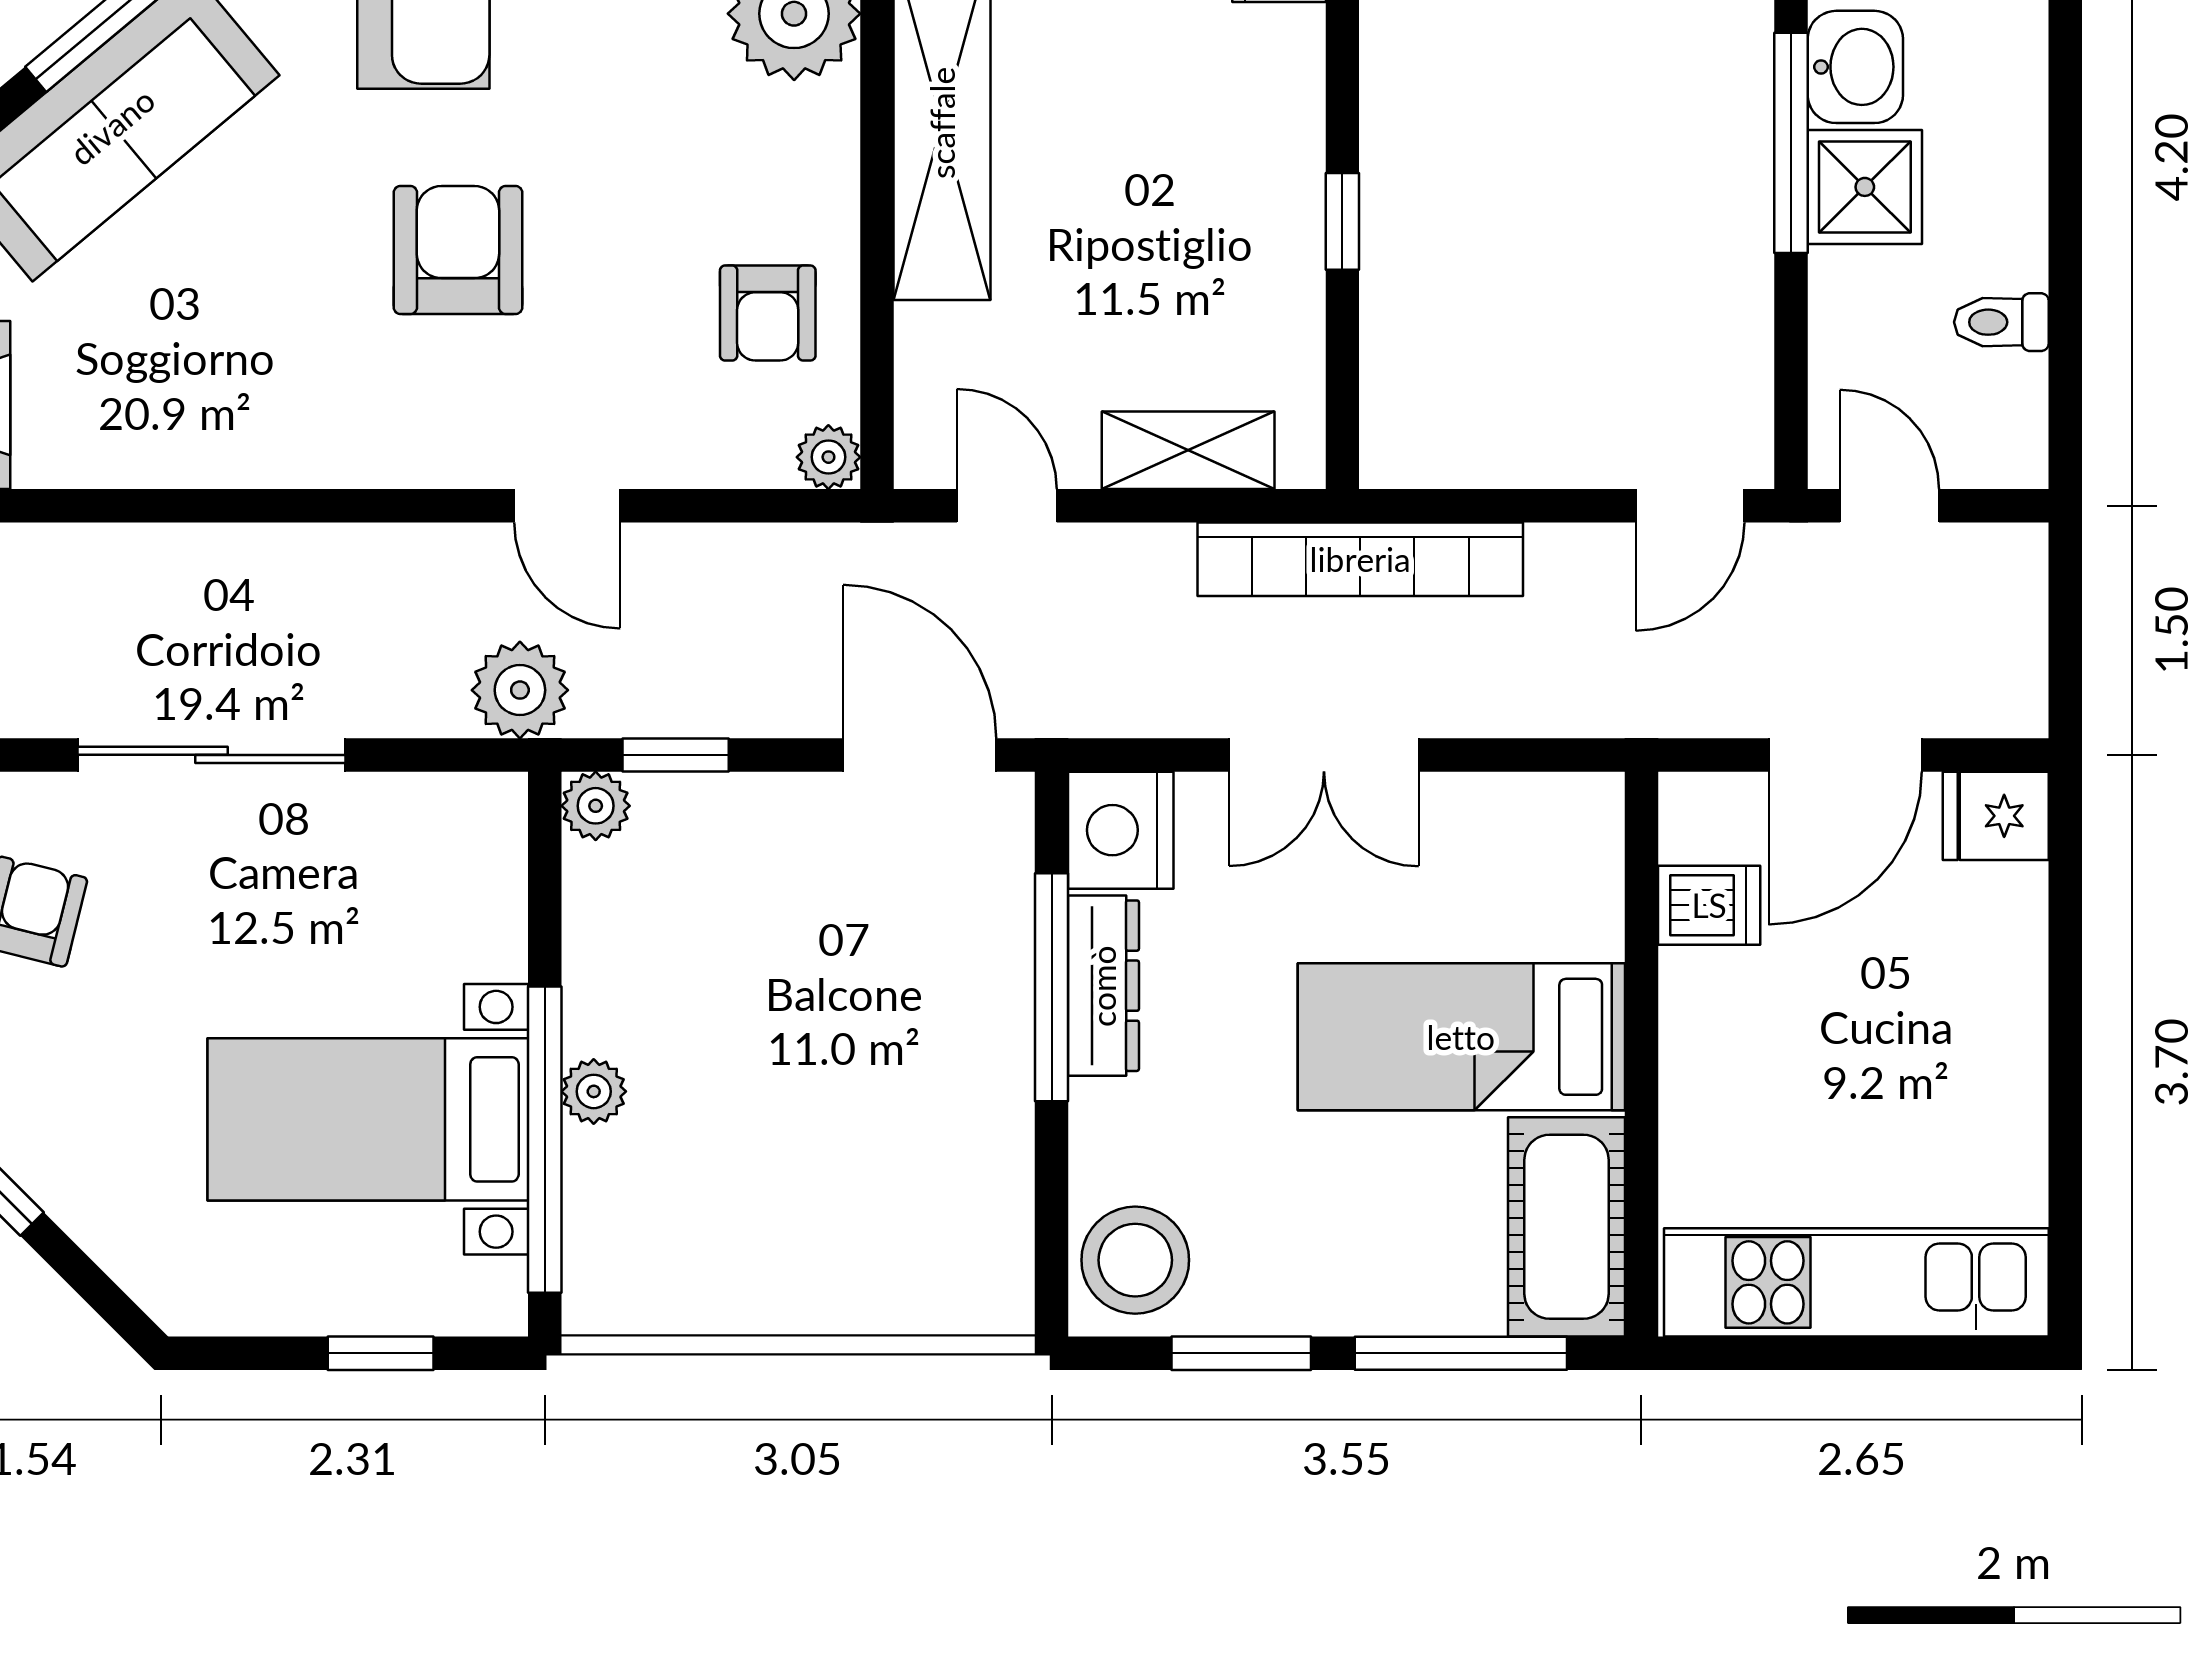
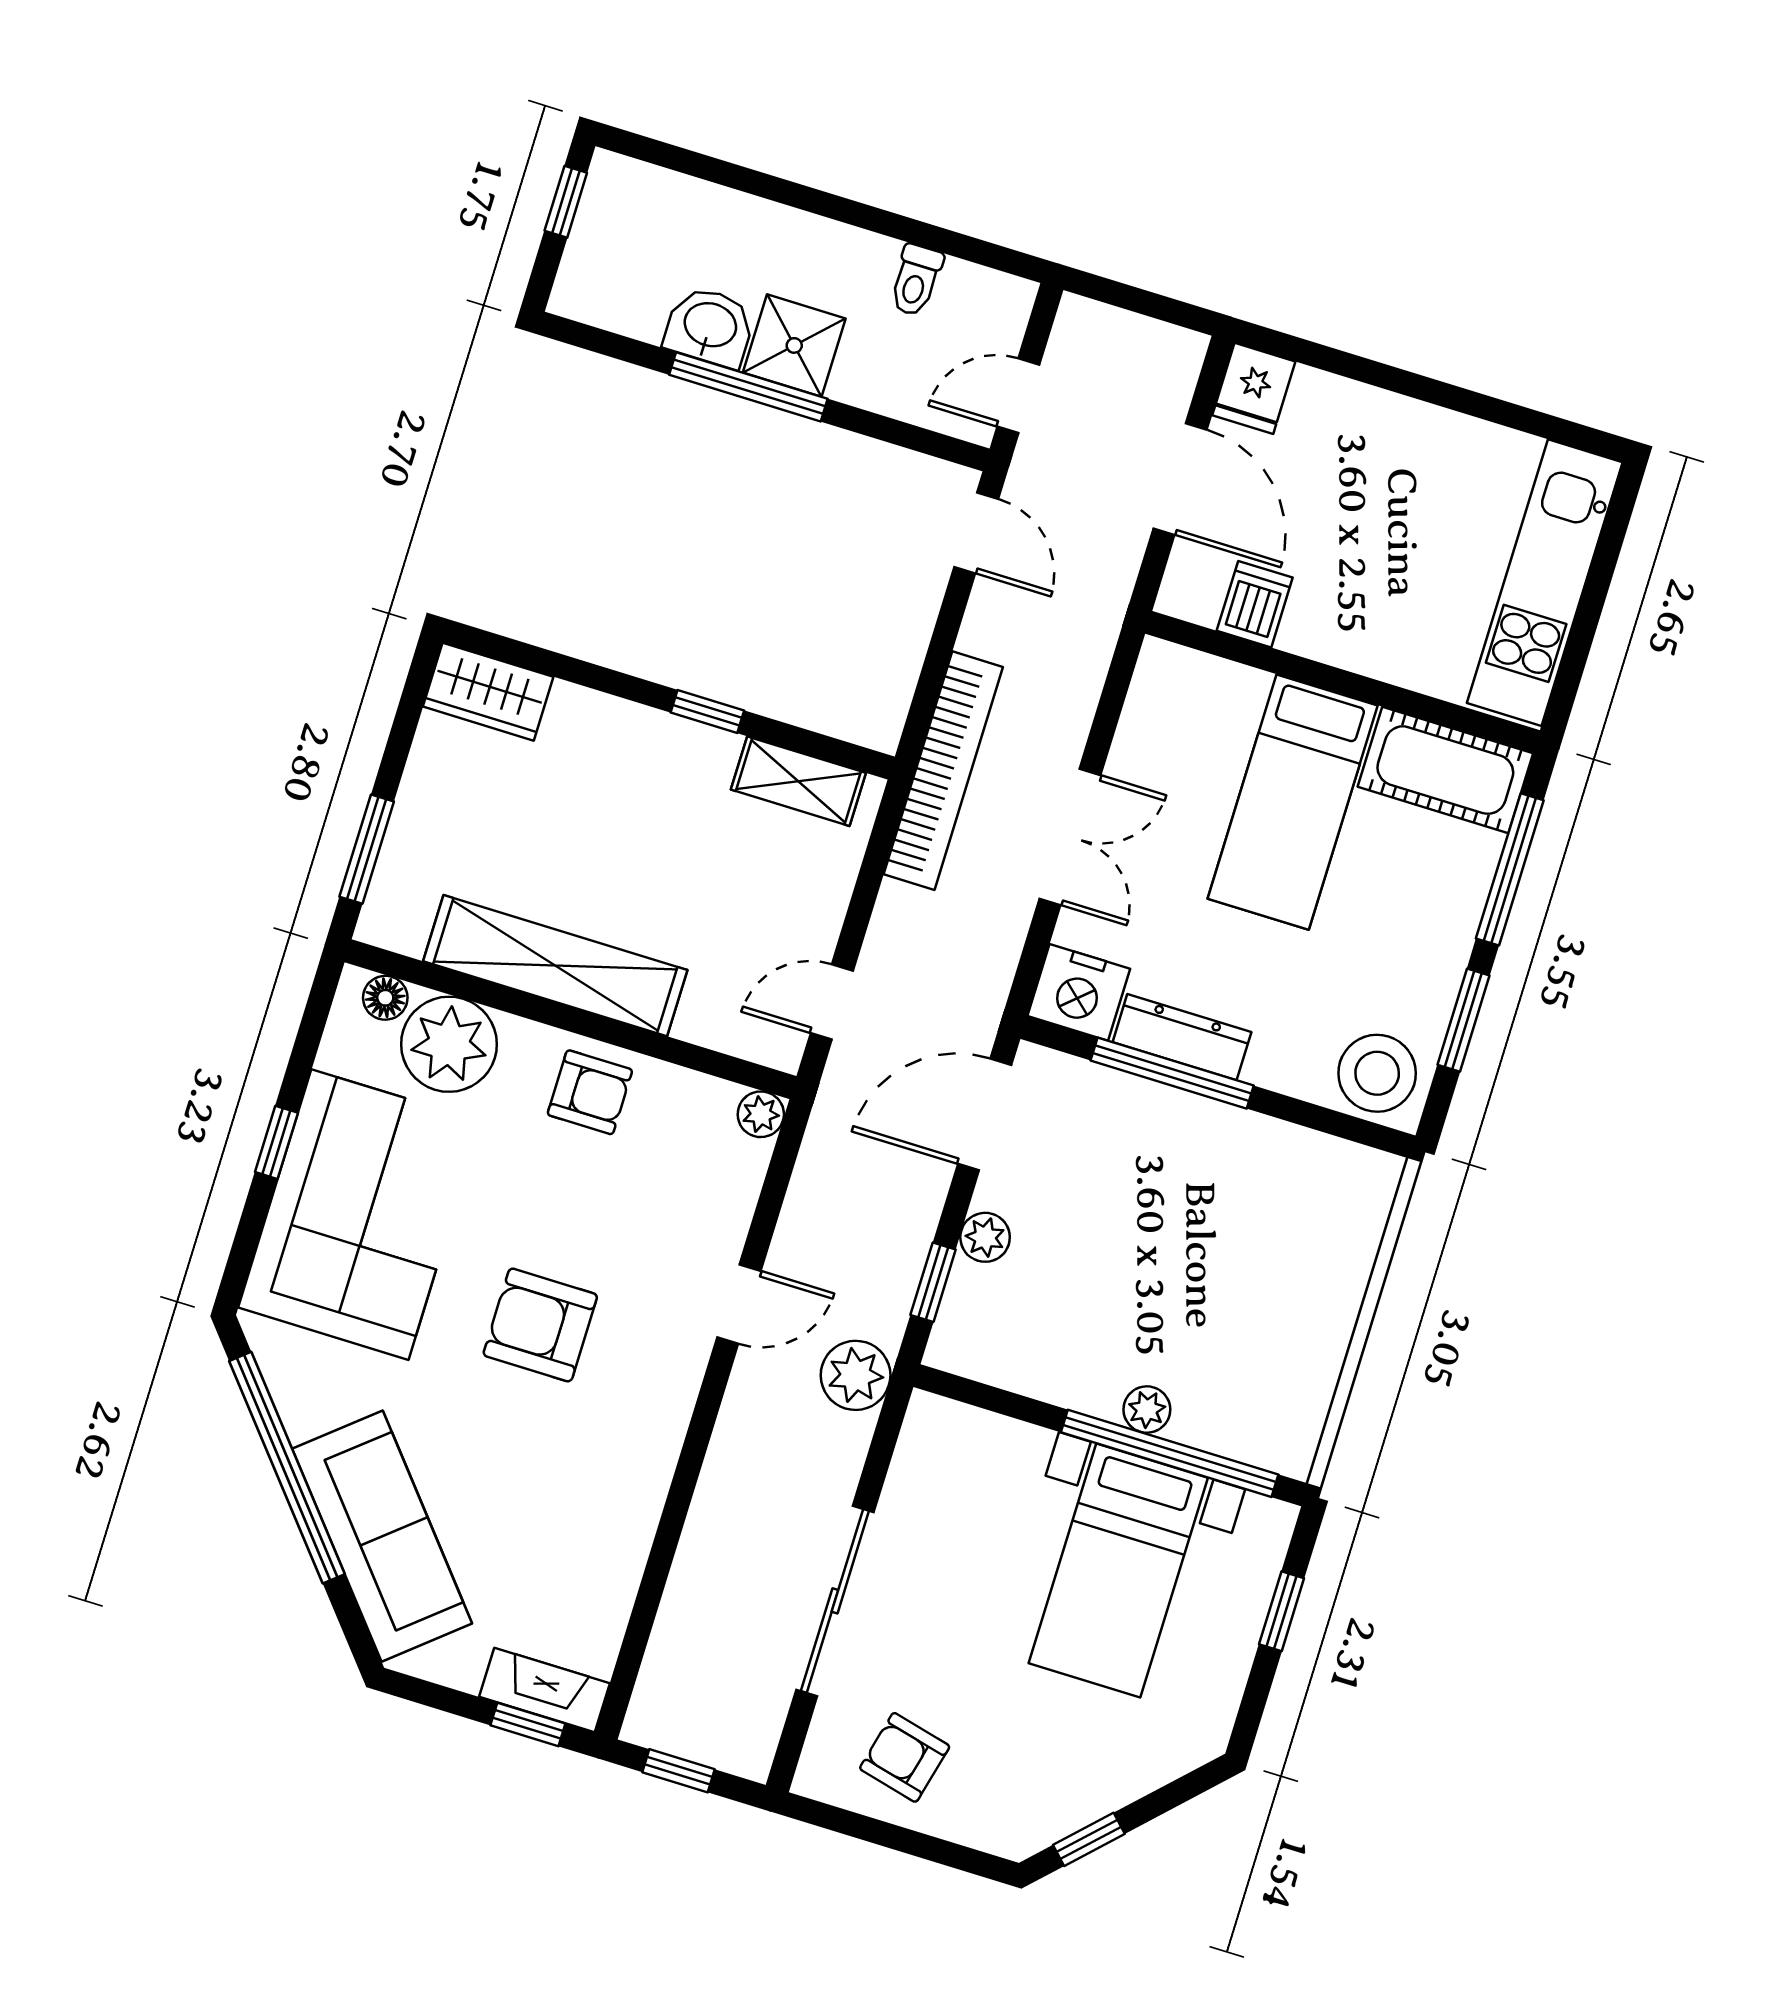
armchair: (768, 313) -> (590, 1092), moved
shelving: (1188, 450) -> (798, 781), moved, turned 90
plant: (596, 806) -> (985, 1237), moved

